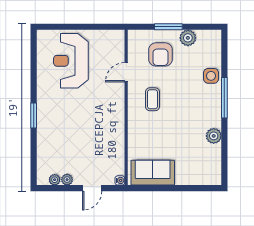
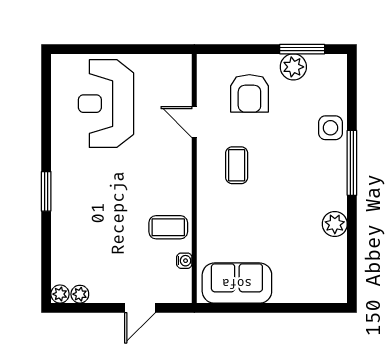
window: (168, 27) -> (302, 49), moved
door: (126, 72) -> (194, 122), hinge flipped
coffee table: (110, 138) -> (168, 227), added
plant: (67, 180) -> (60, 294), moved
water cooler: (120, 180) -> (184, 261), moved

